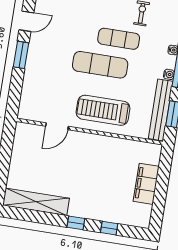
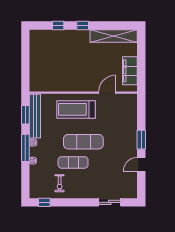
treadmill: (103, 110) -> (76, 109), turned 180
filing cabinet: (146, 184) -> (130, 71), moved, turned 180

